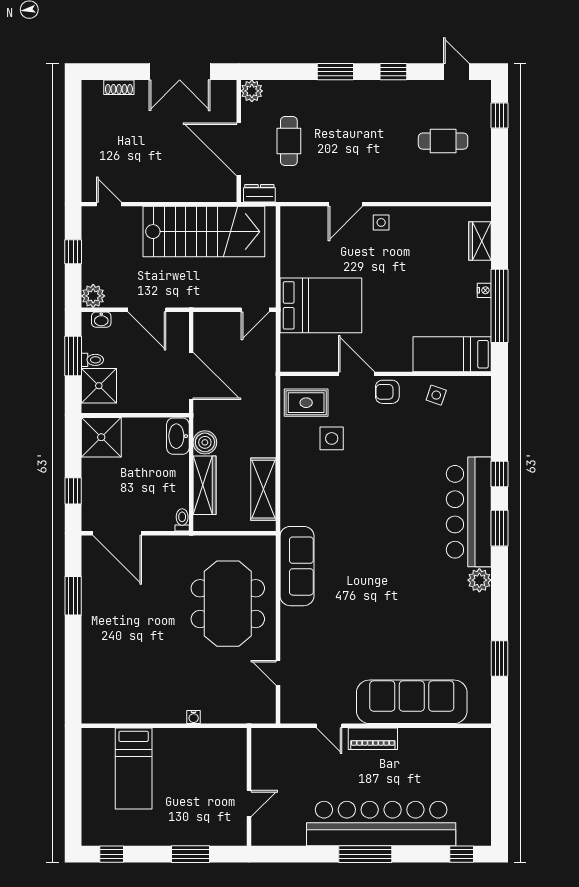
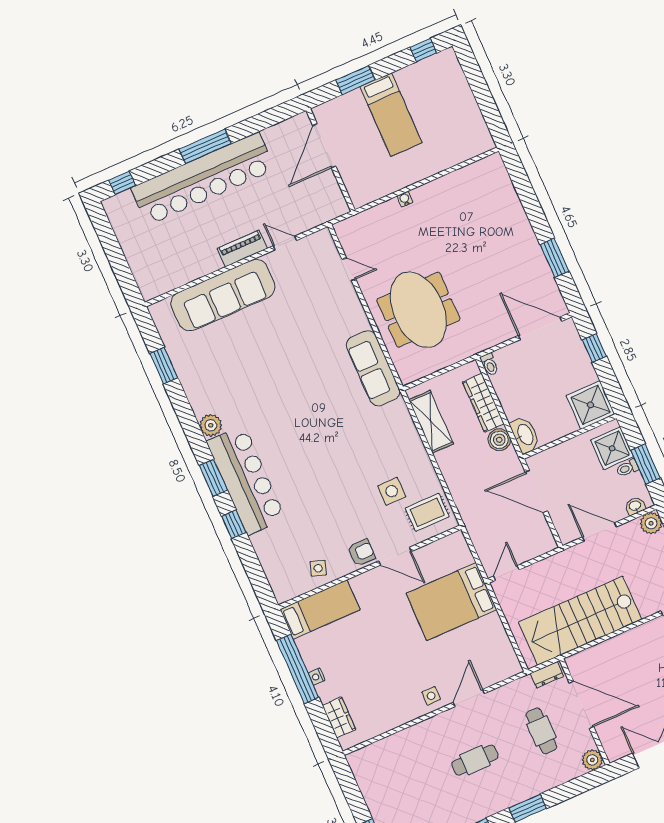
cafe table: (443, 141) -> (475, 760), moved
bed: (134, 769) -> (391, 115), moved, turned 180
door: (249, 803) -> (324, 146), width x1.87

